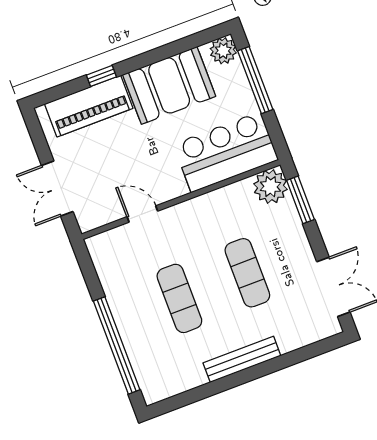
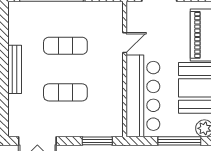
bar counter: (226, 152) -> (143, 96), width x1.36
plant: (271, 187) -> (112, 126), removed

